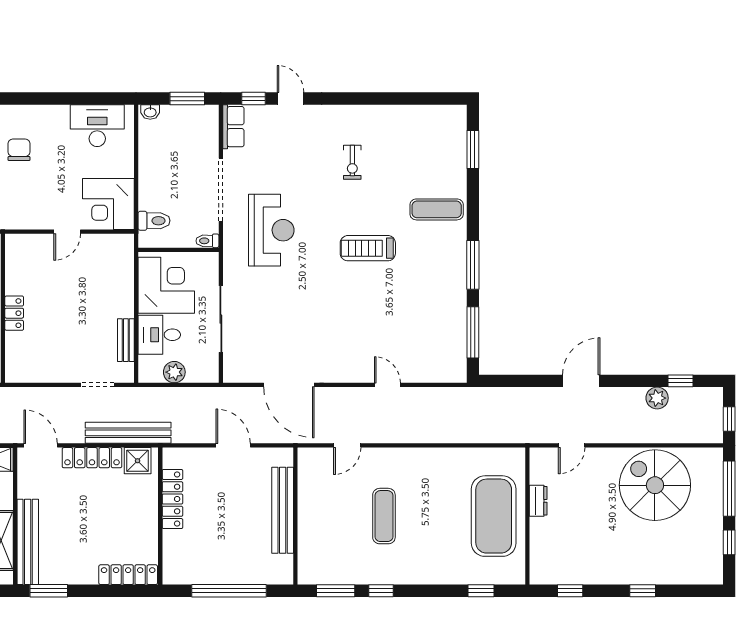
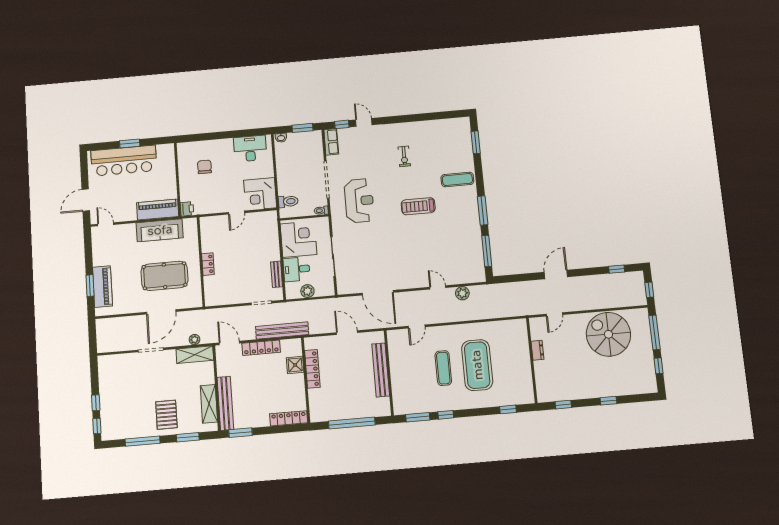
plant: (657, 398) -> (462, 293), moved
shower: (138, 461) -> (295, 365), moved
exercise mat: (494, 516) -> (477, 365), moved

